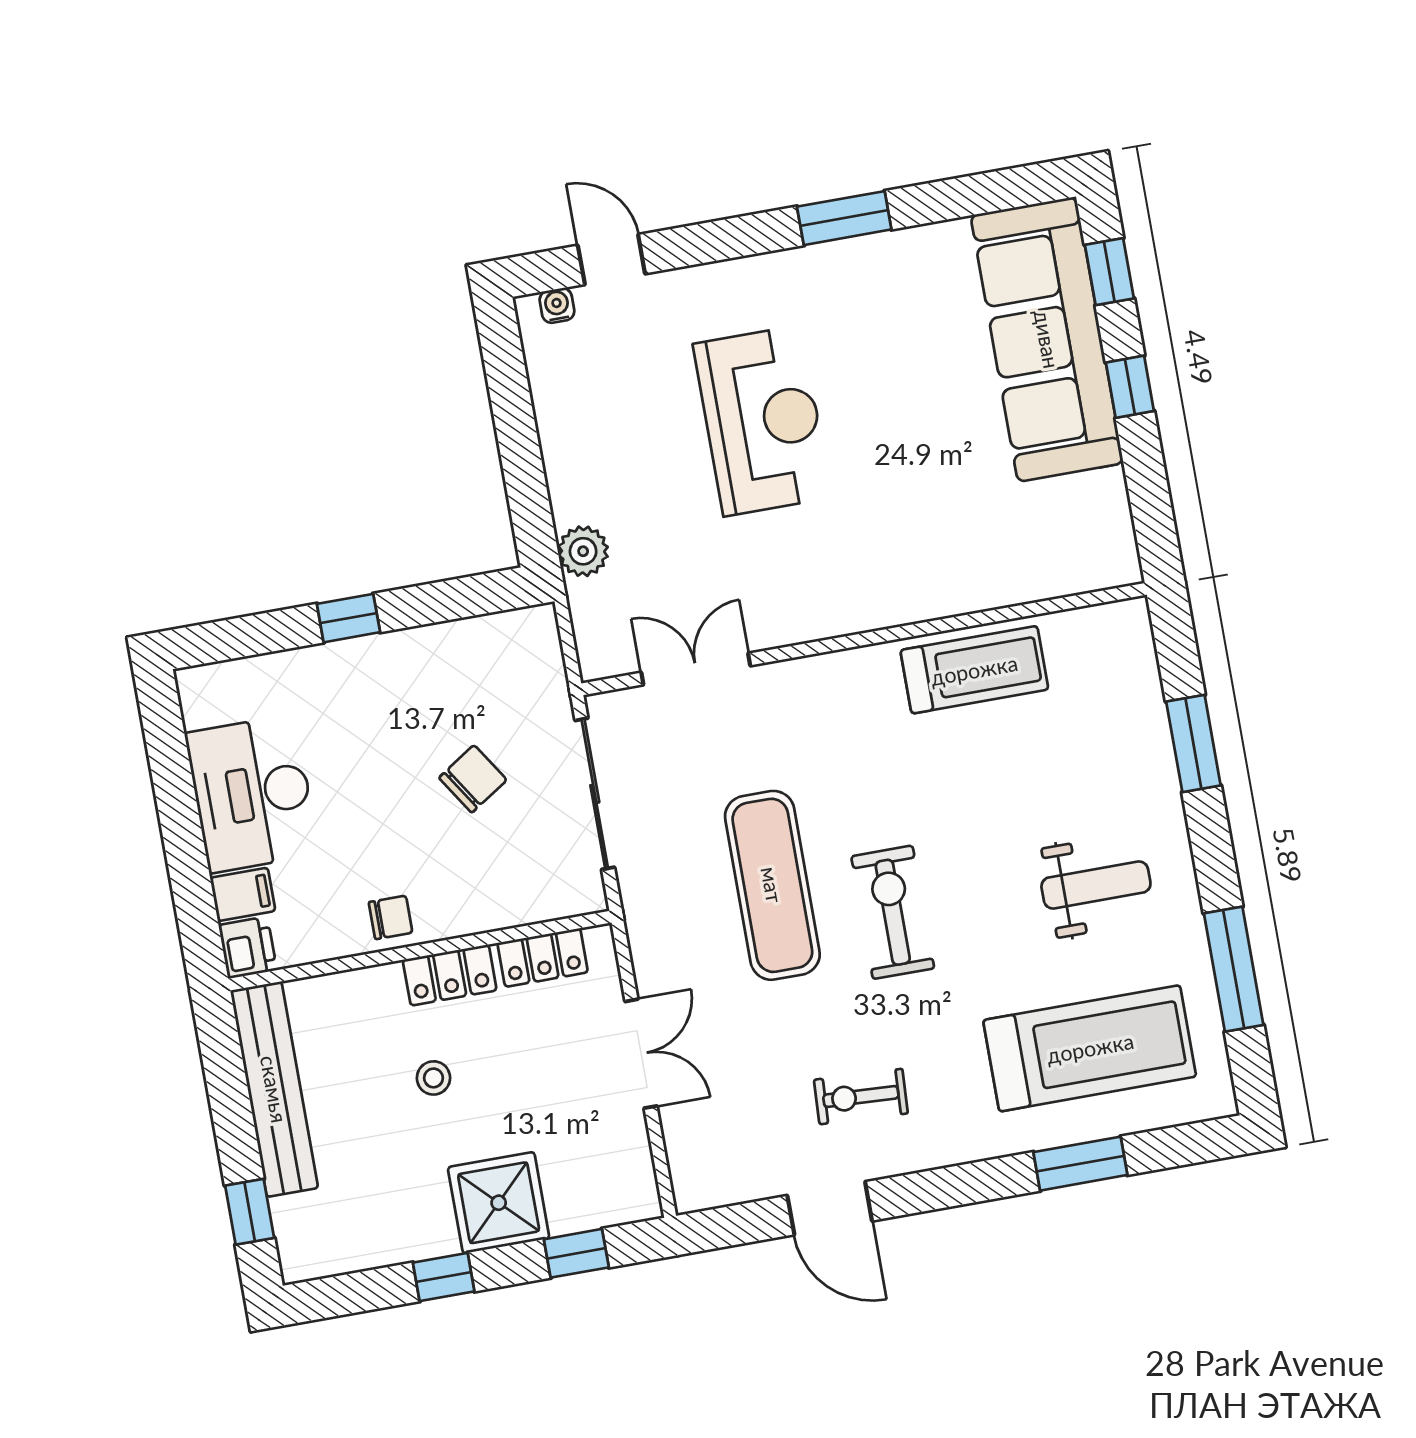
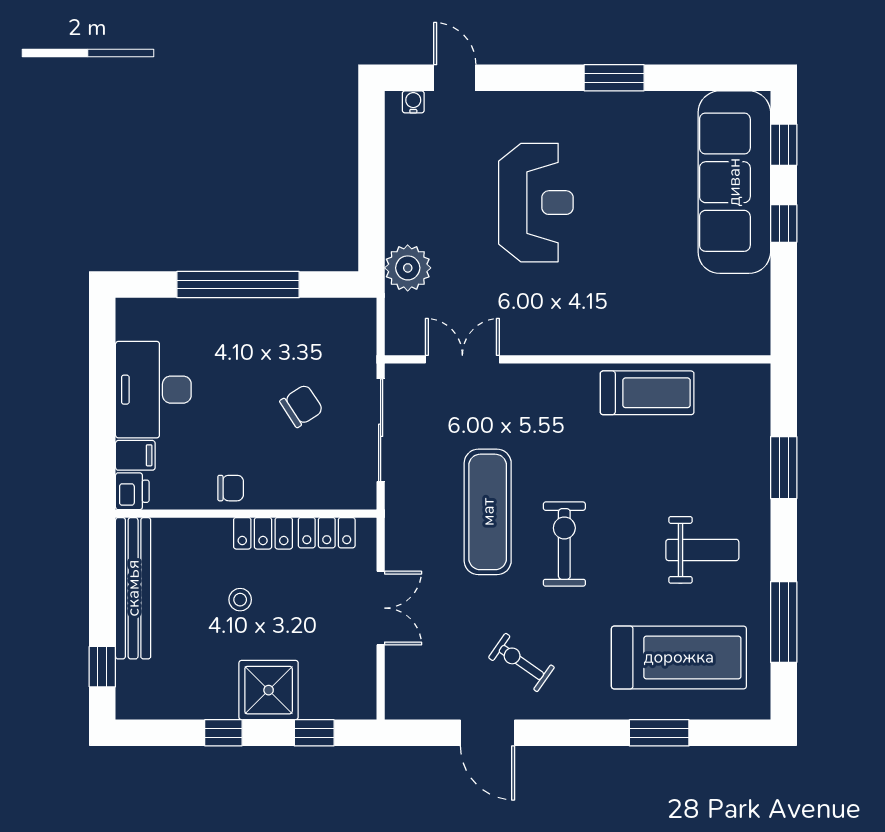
plant: (583, 551) -> (408, 268), width x1.36, depth x1.36
window: (348, 618) -> (238, 285), width x3.17
exercise bike: (861, 1097) -> (521, 662), turned 32

